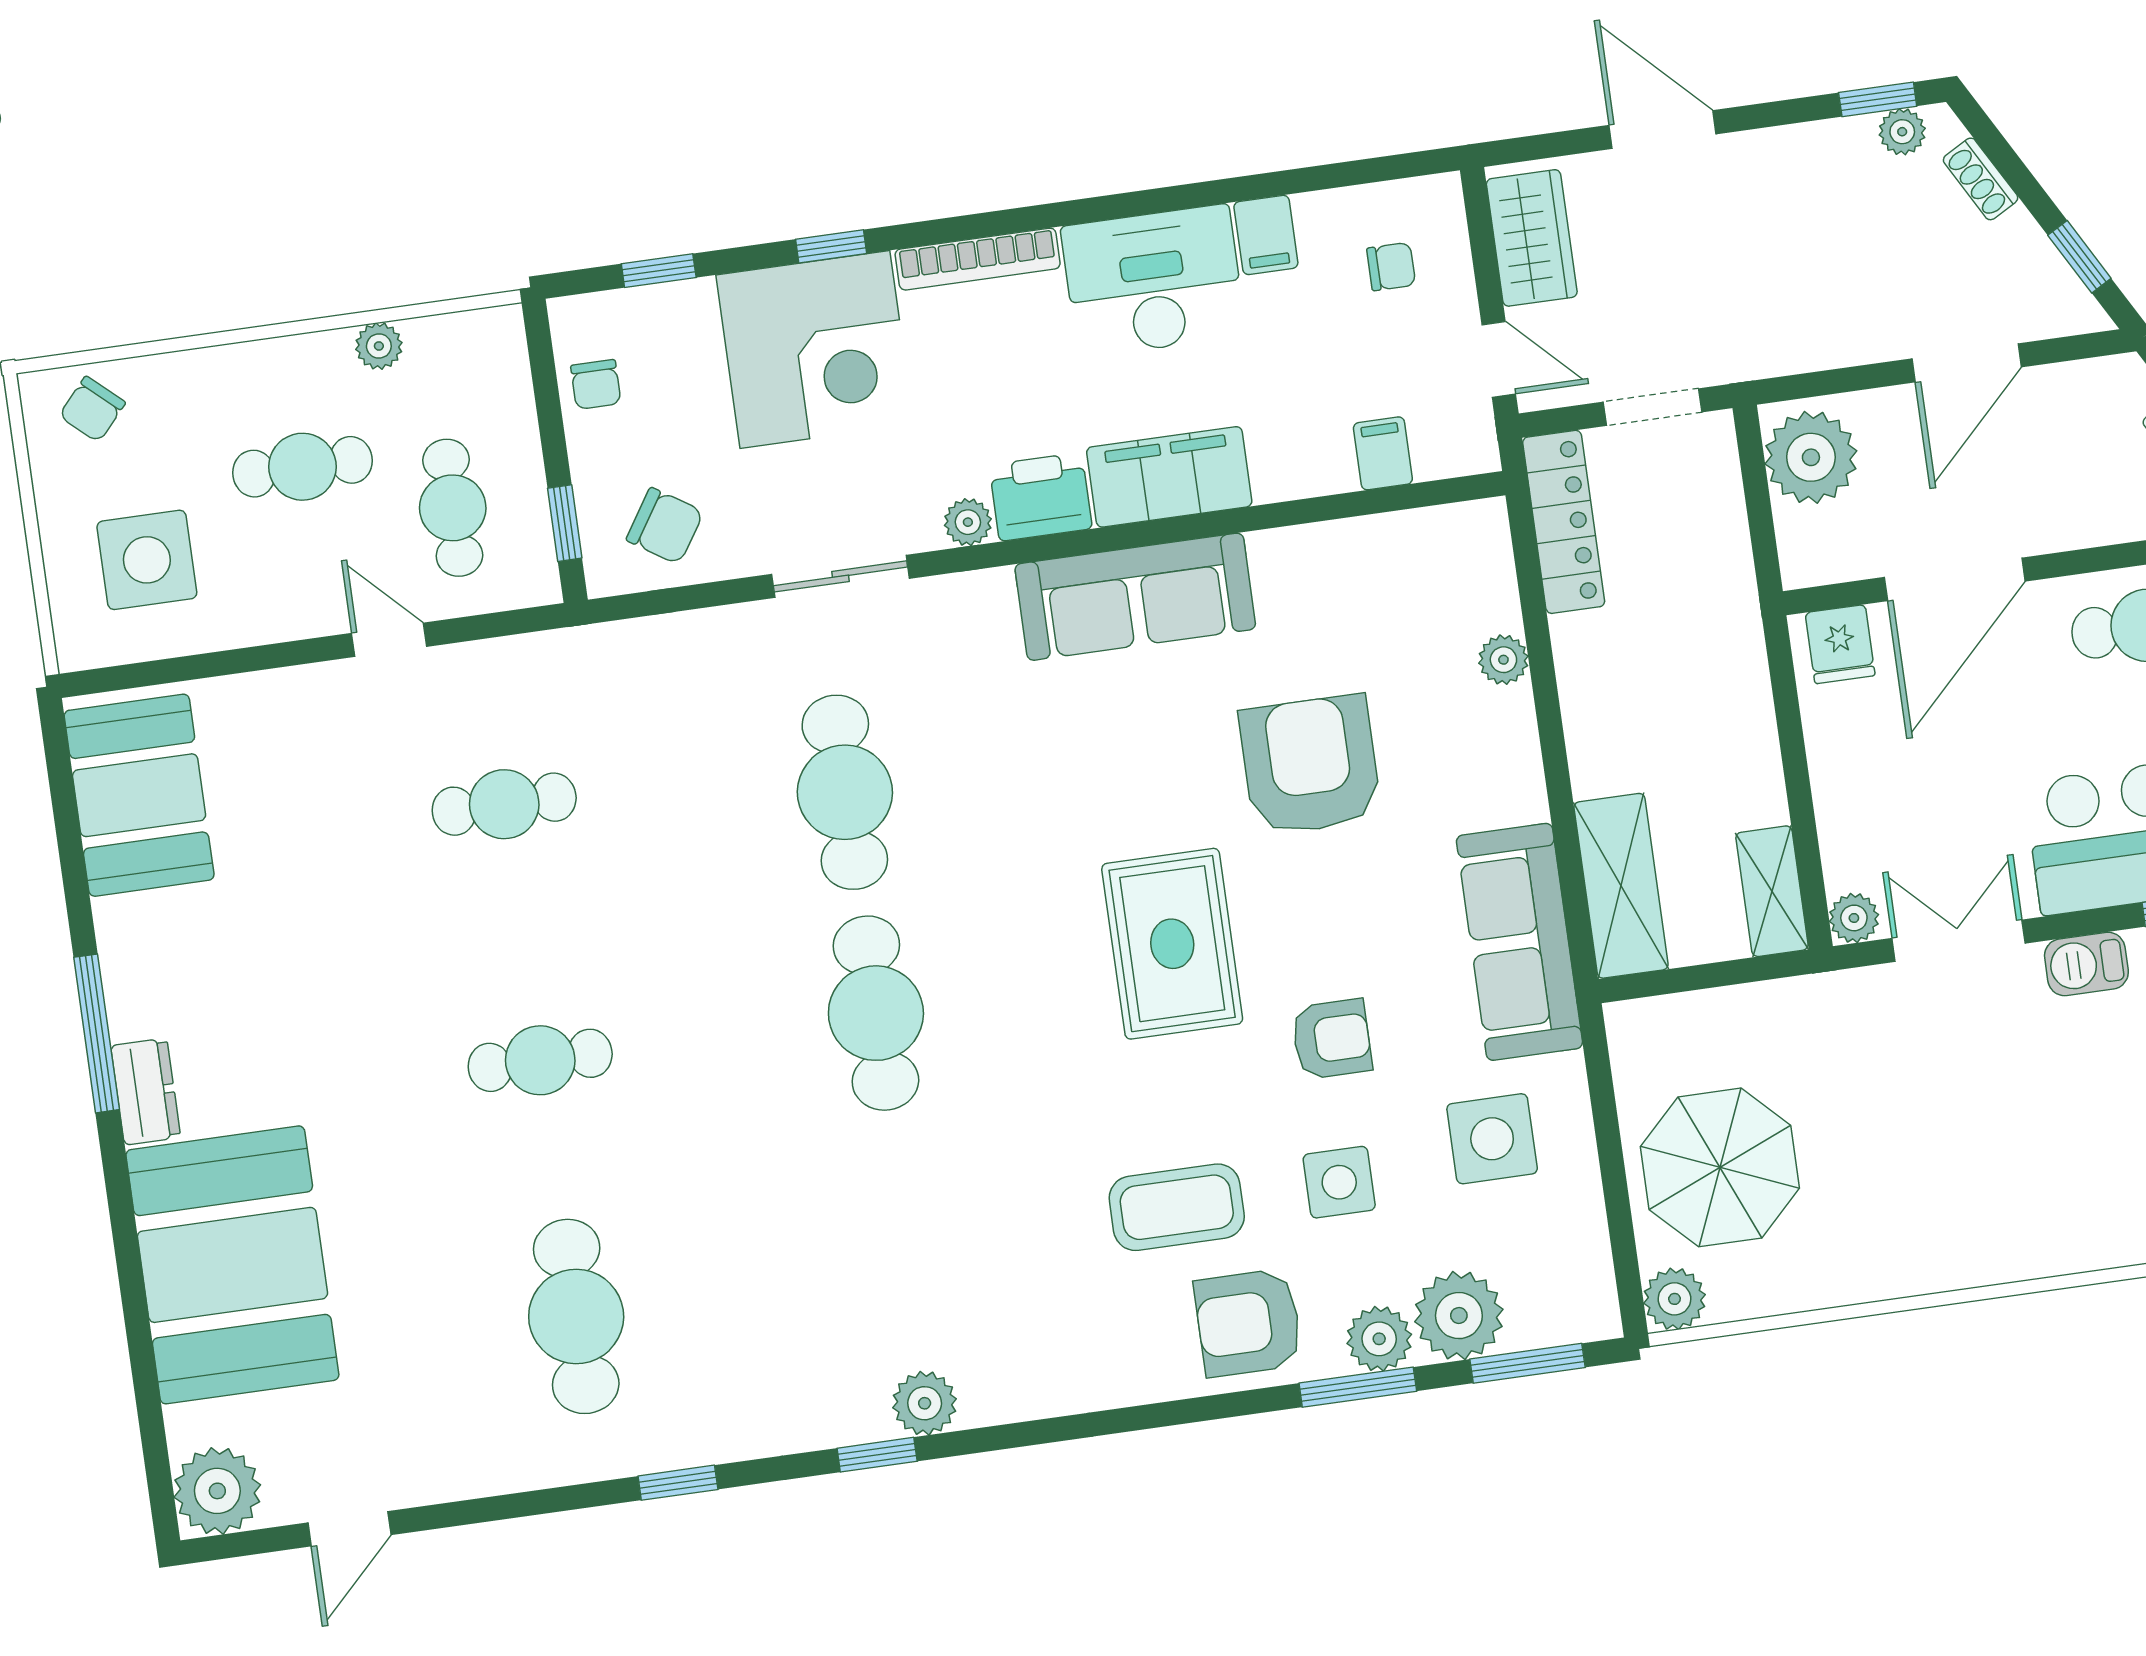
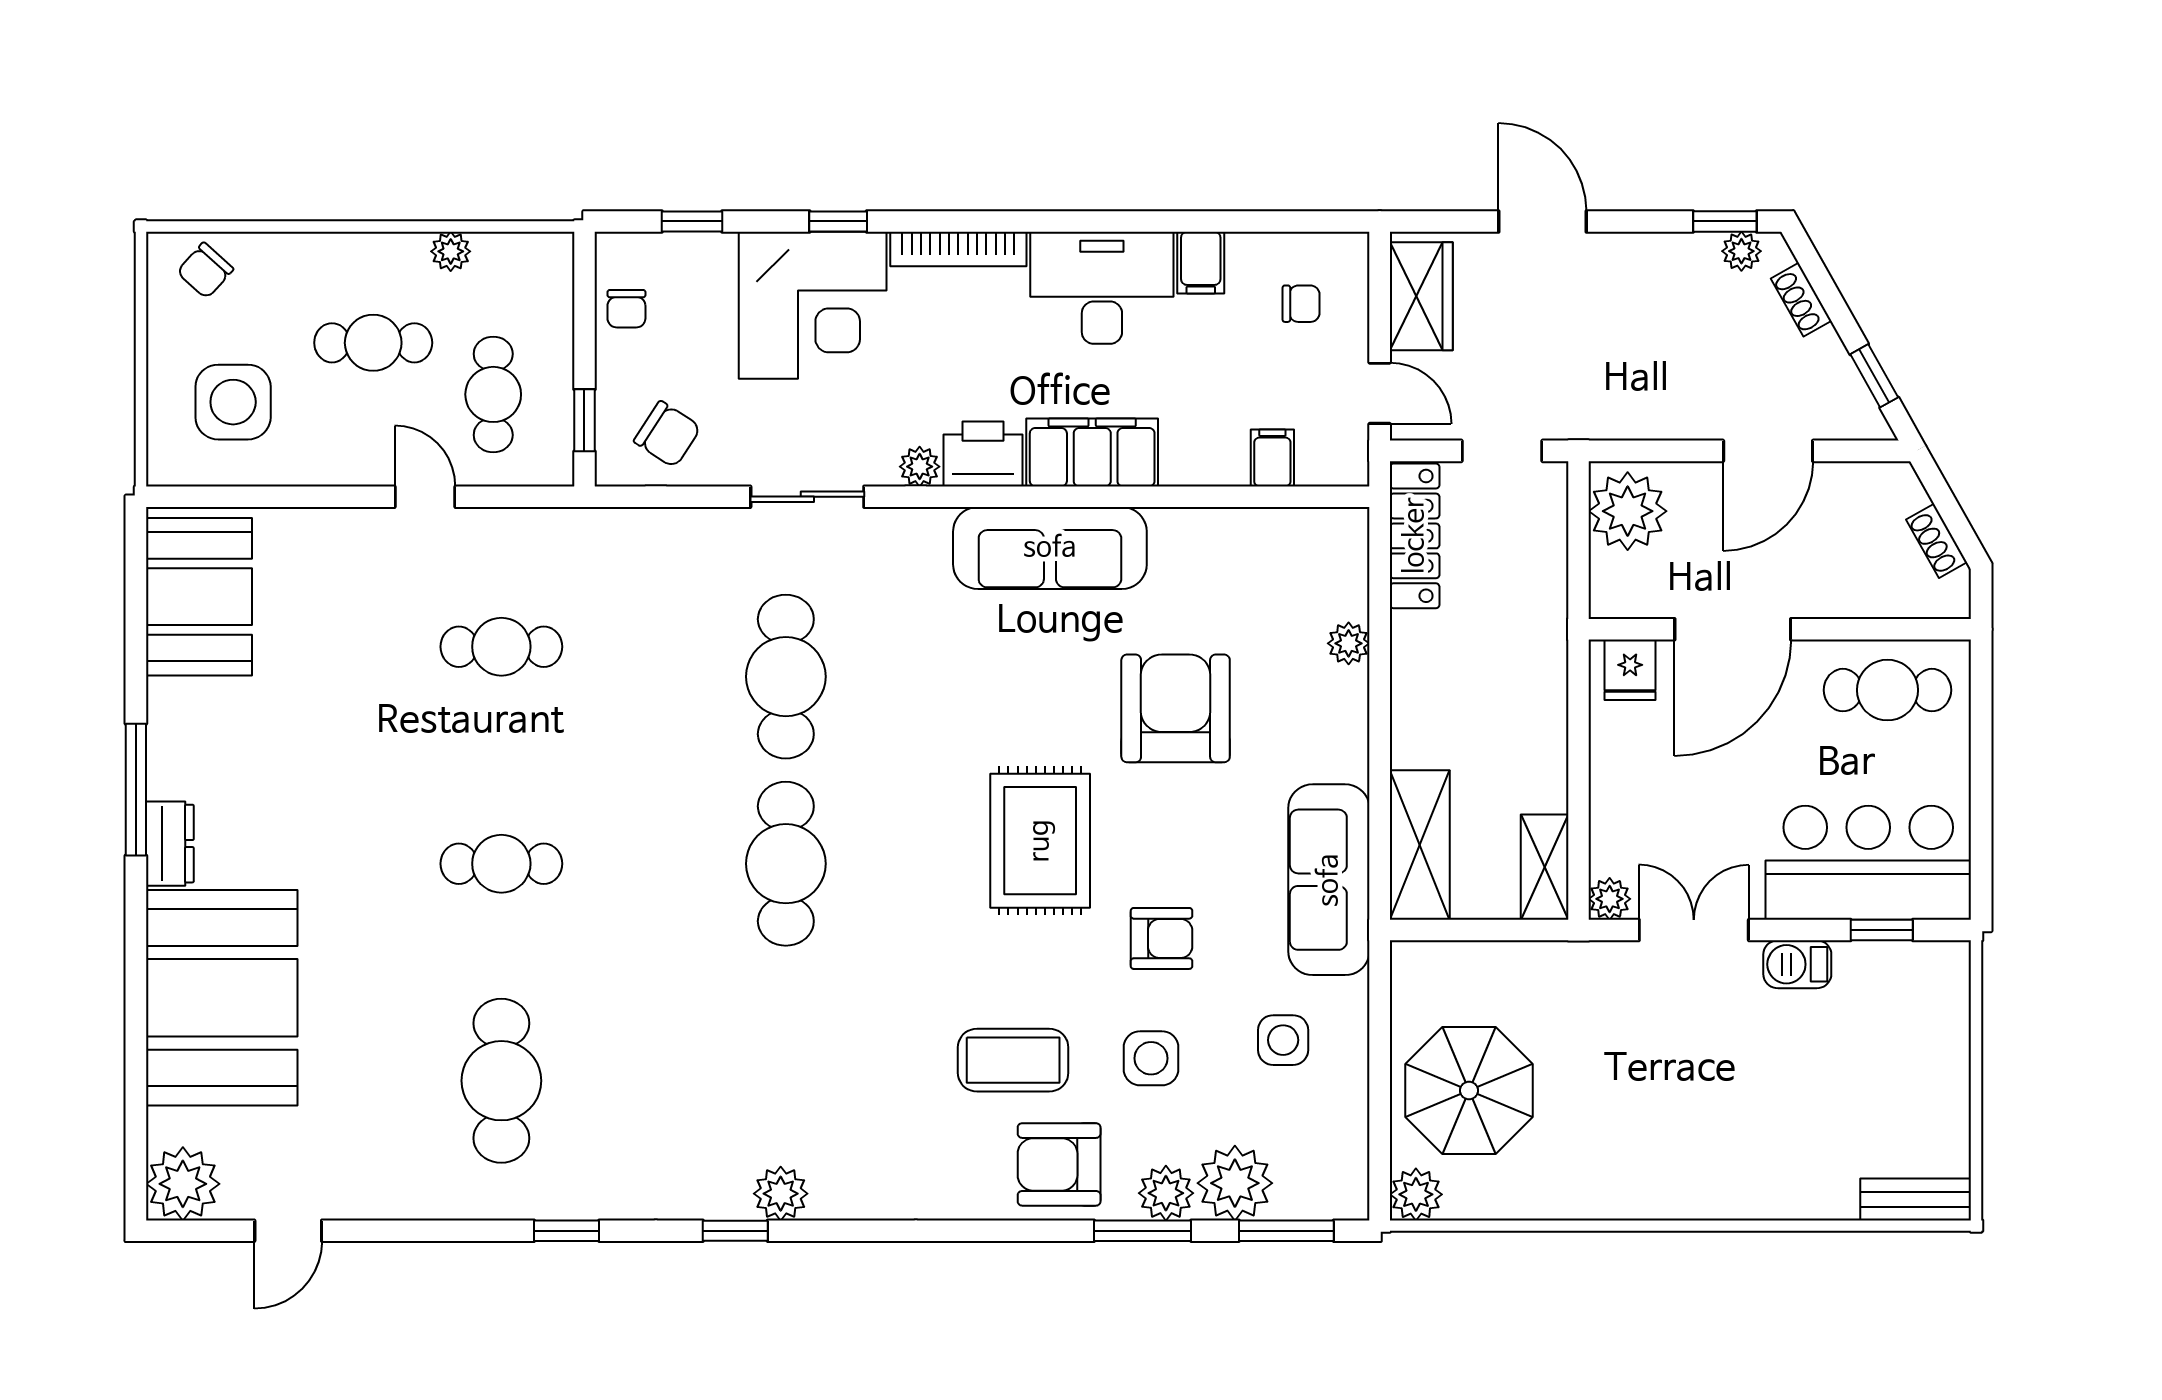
side table: (1492, 1139) -> (1283, 1040), width x0.73, depth x0.73

